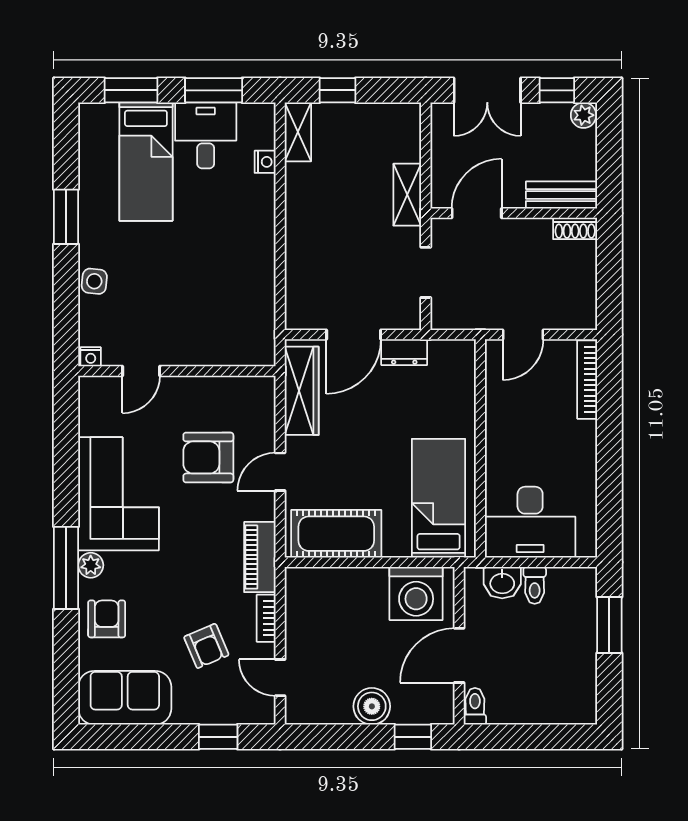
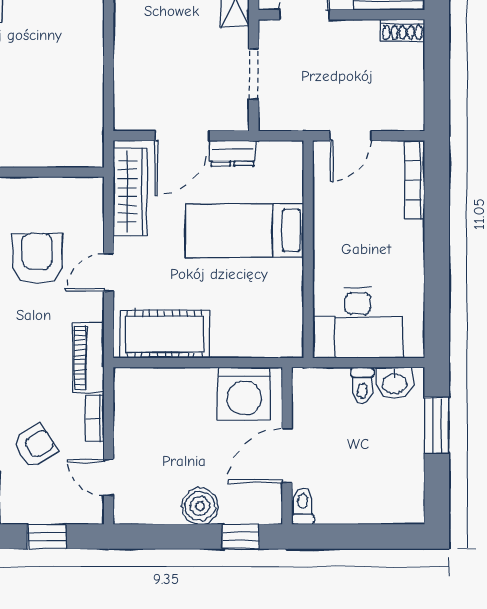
armchair: (208, 457) -> (37, 258), turned 90
bed: (439, 498) -> (245, 230), moved, turned -90
washbasin: (502, 583) -> (395, 383), moved
armchair: (206, 646) -> (35, 446), turned -98

